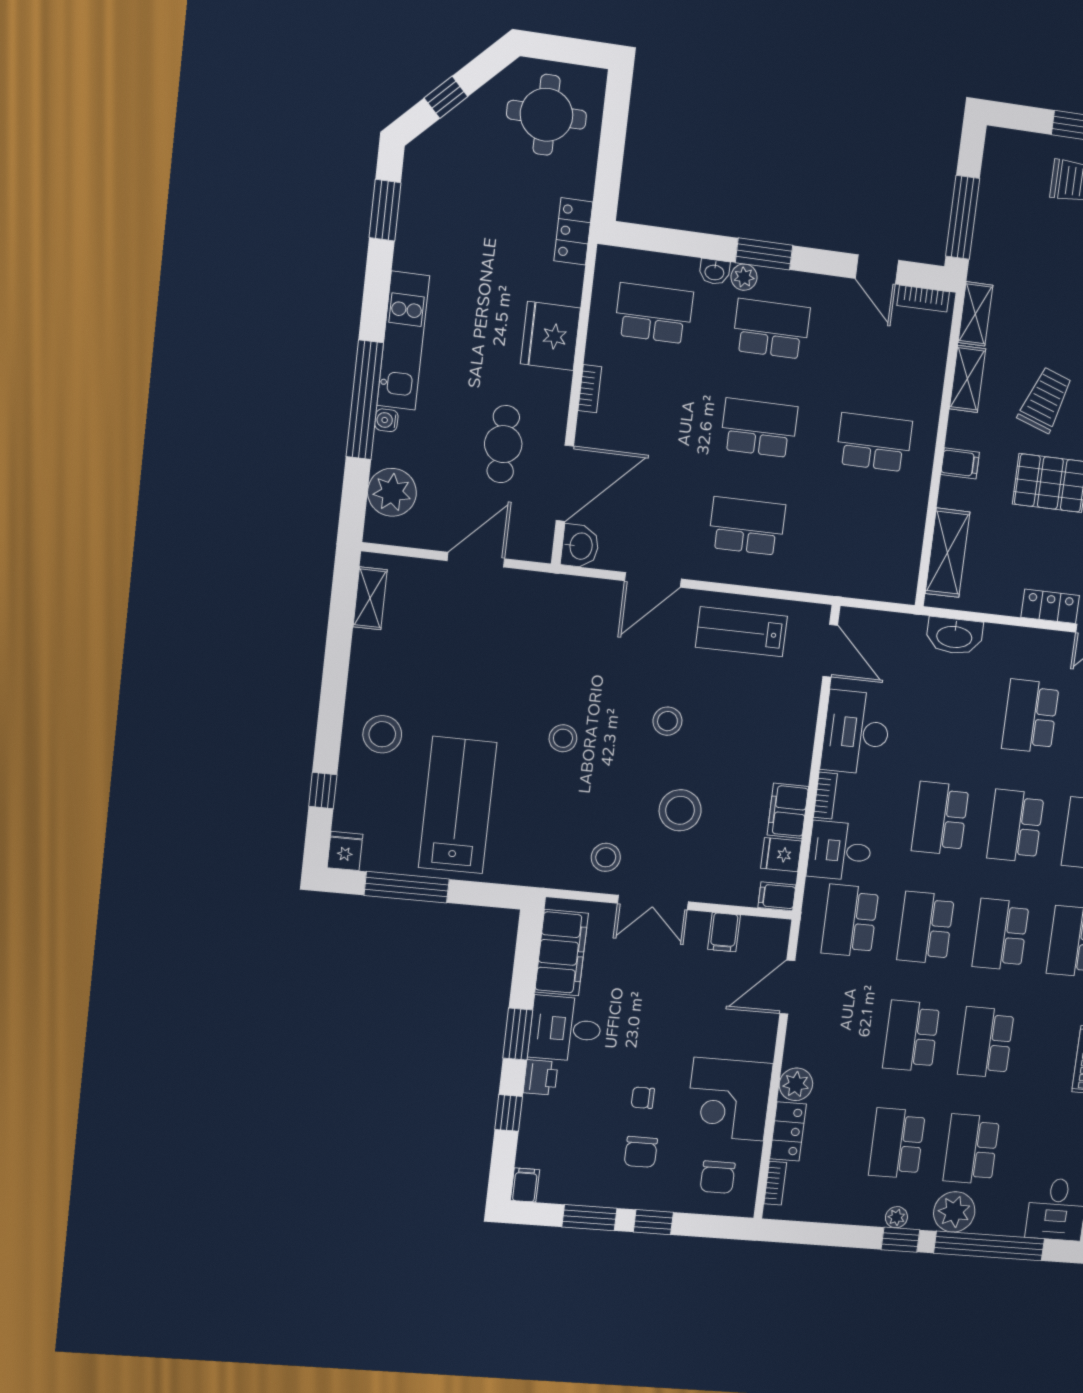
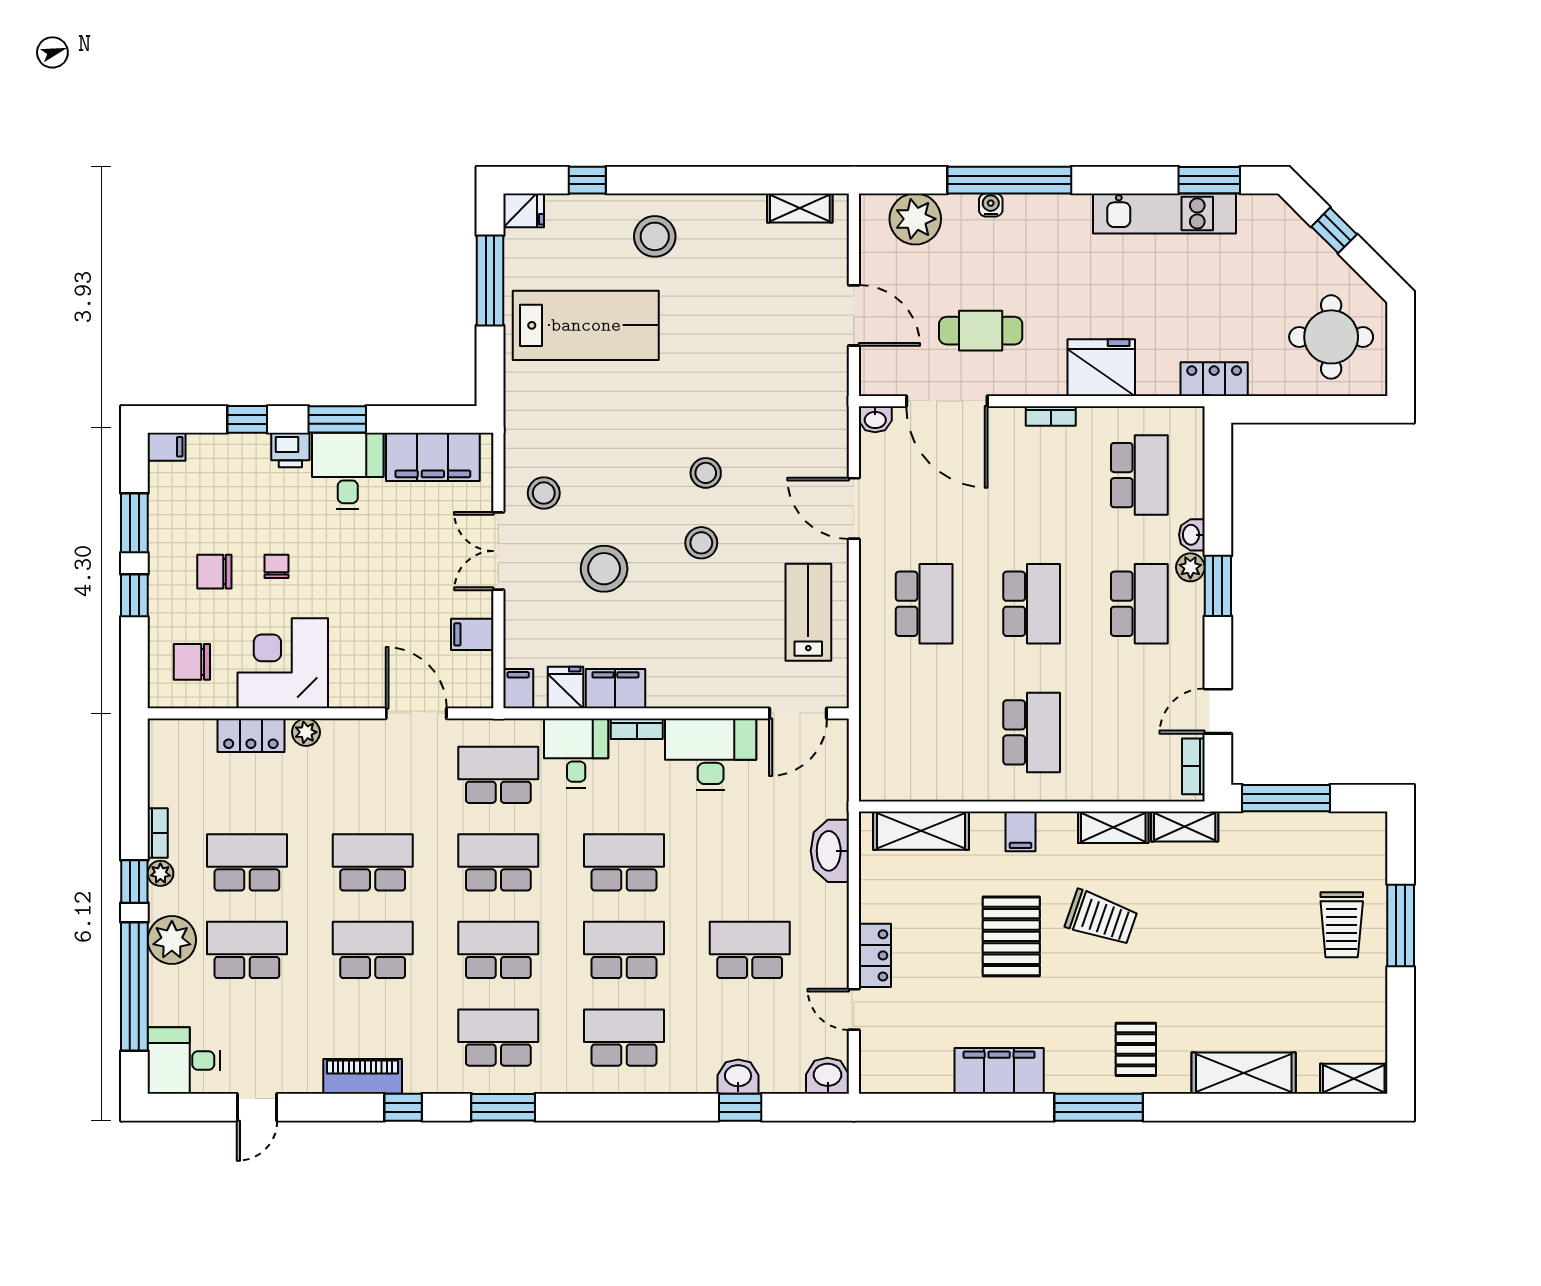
kitchen unit: (403, 341) -> (1164, 213), moved
washbasin: (580, 546) -> (875, 419), width x0.72, depth x0.69
stool: (563, 738) -> (706, 473), moved
plant: (796, 1084) -> (306, 732), width x0.73, depth x0.73
bookcase: (775, 1183) -> (158, 833), moved, turned -90

